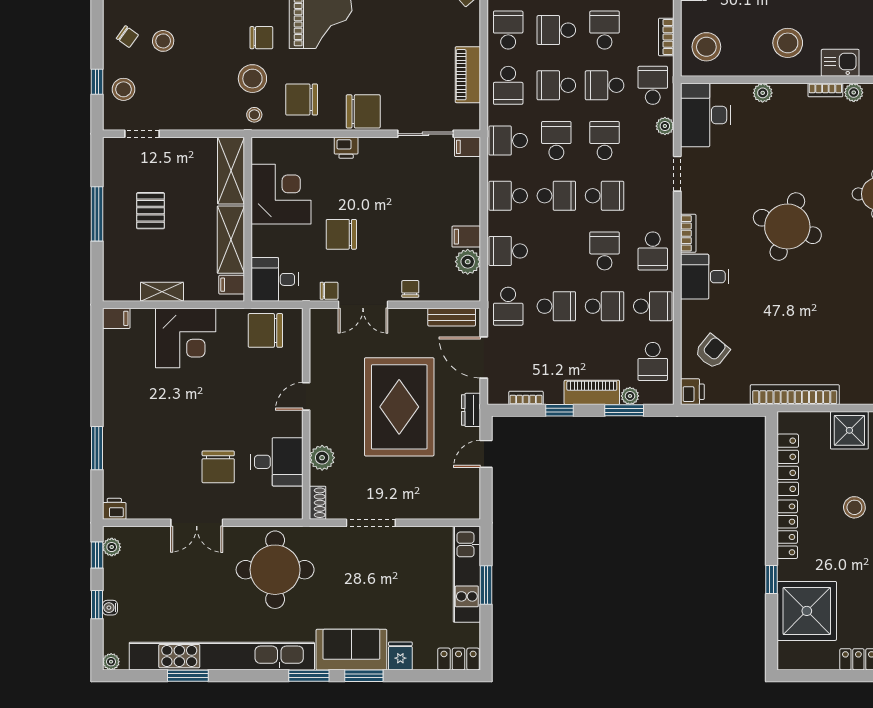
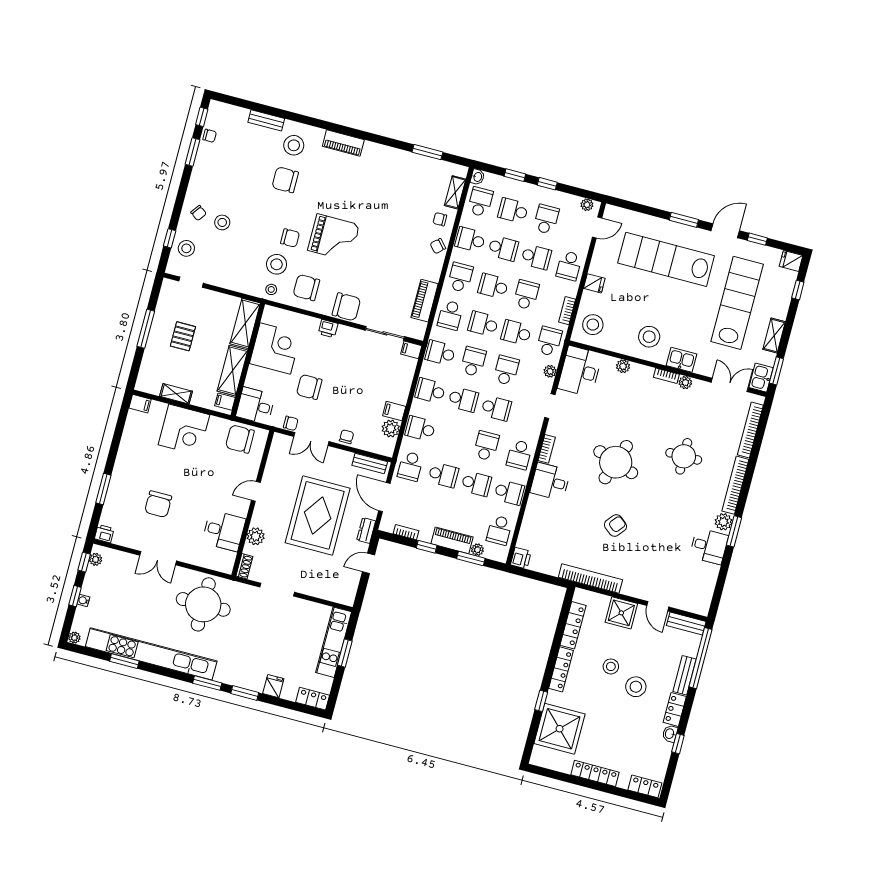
armchair: (712, 351) -> (615, 526), moved
chair: (218, 467) -> (158, 504), moved
sofa: (351, 650) -> (241, 673), removed

